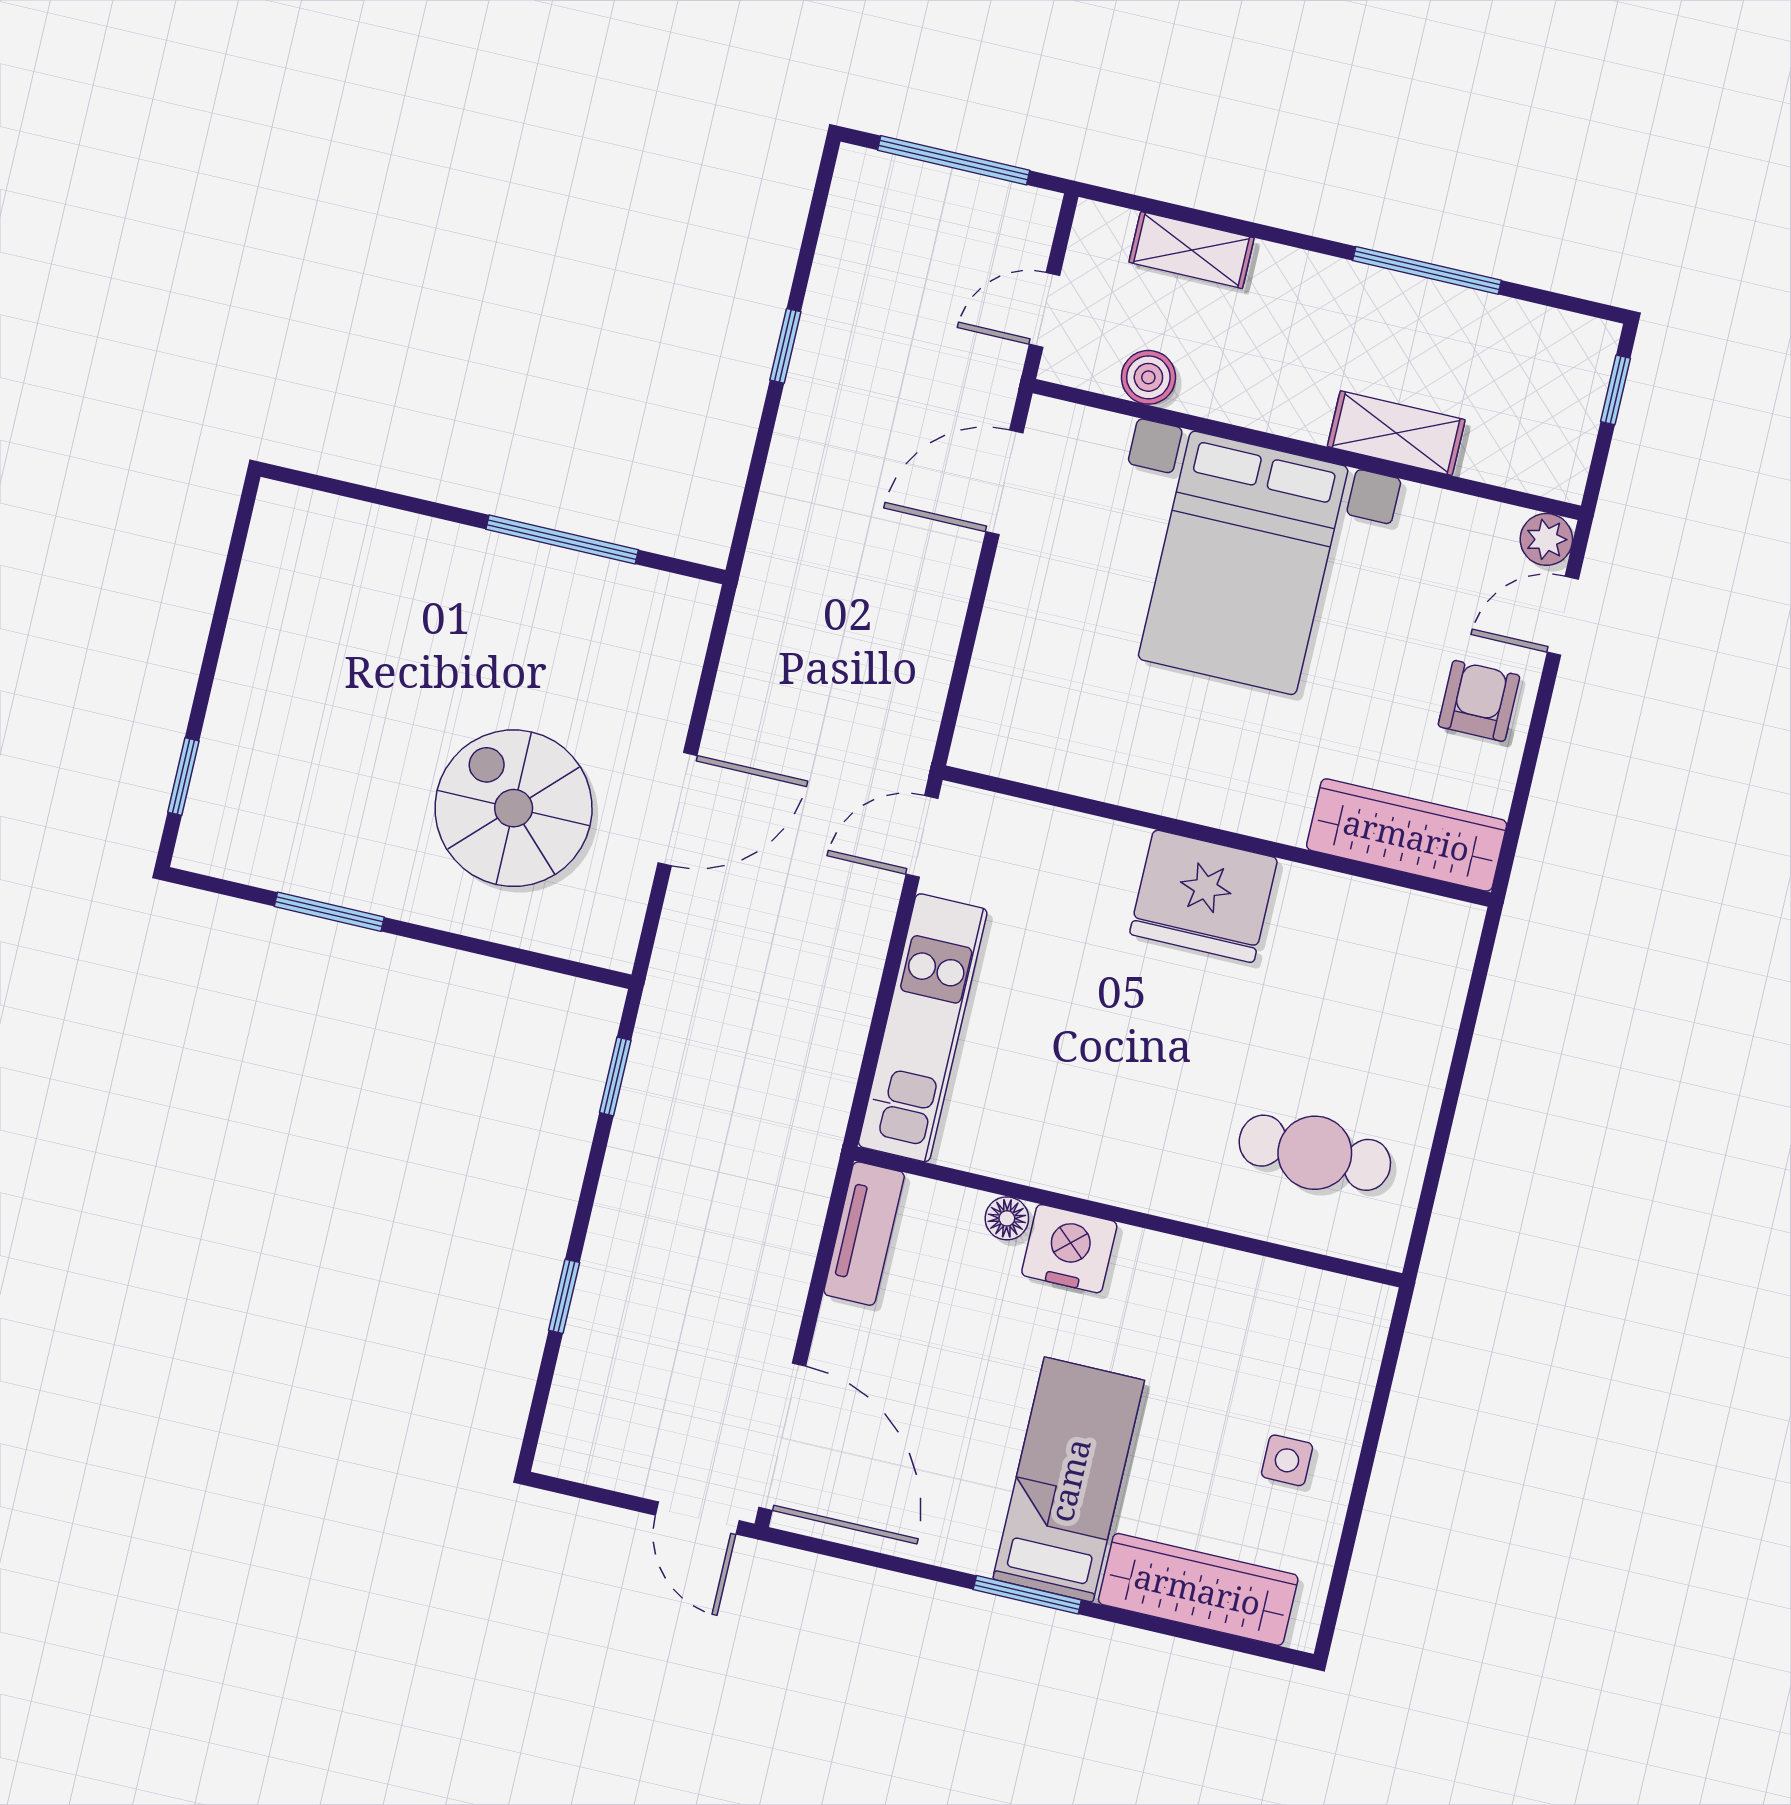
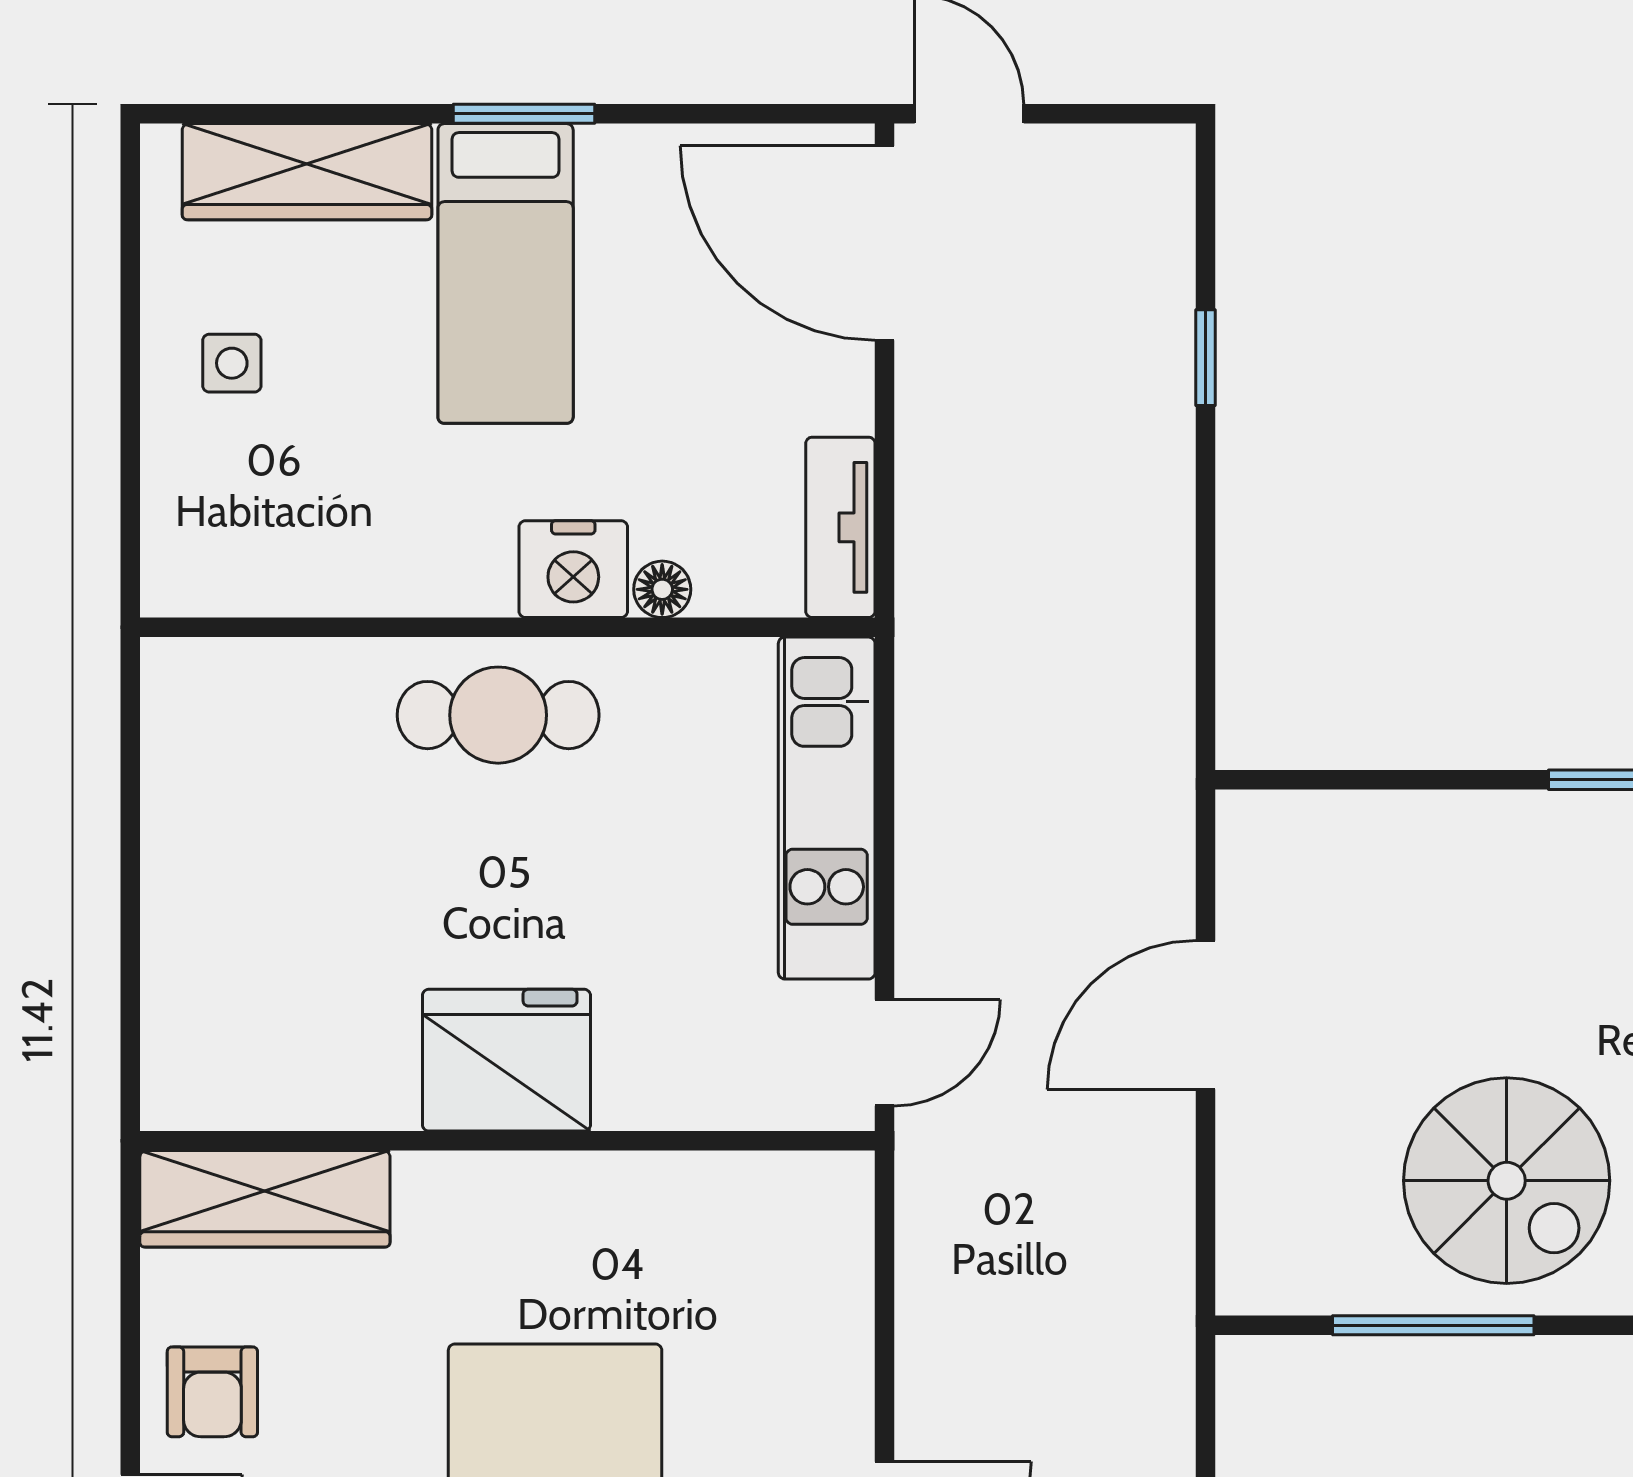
spiral stairs: (514, 808) -> (1507, 1181), moved
window: (615, 1076) -> (1205, 654), removed
cafe table: (1315, 1153) -> (498, 715), moved

